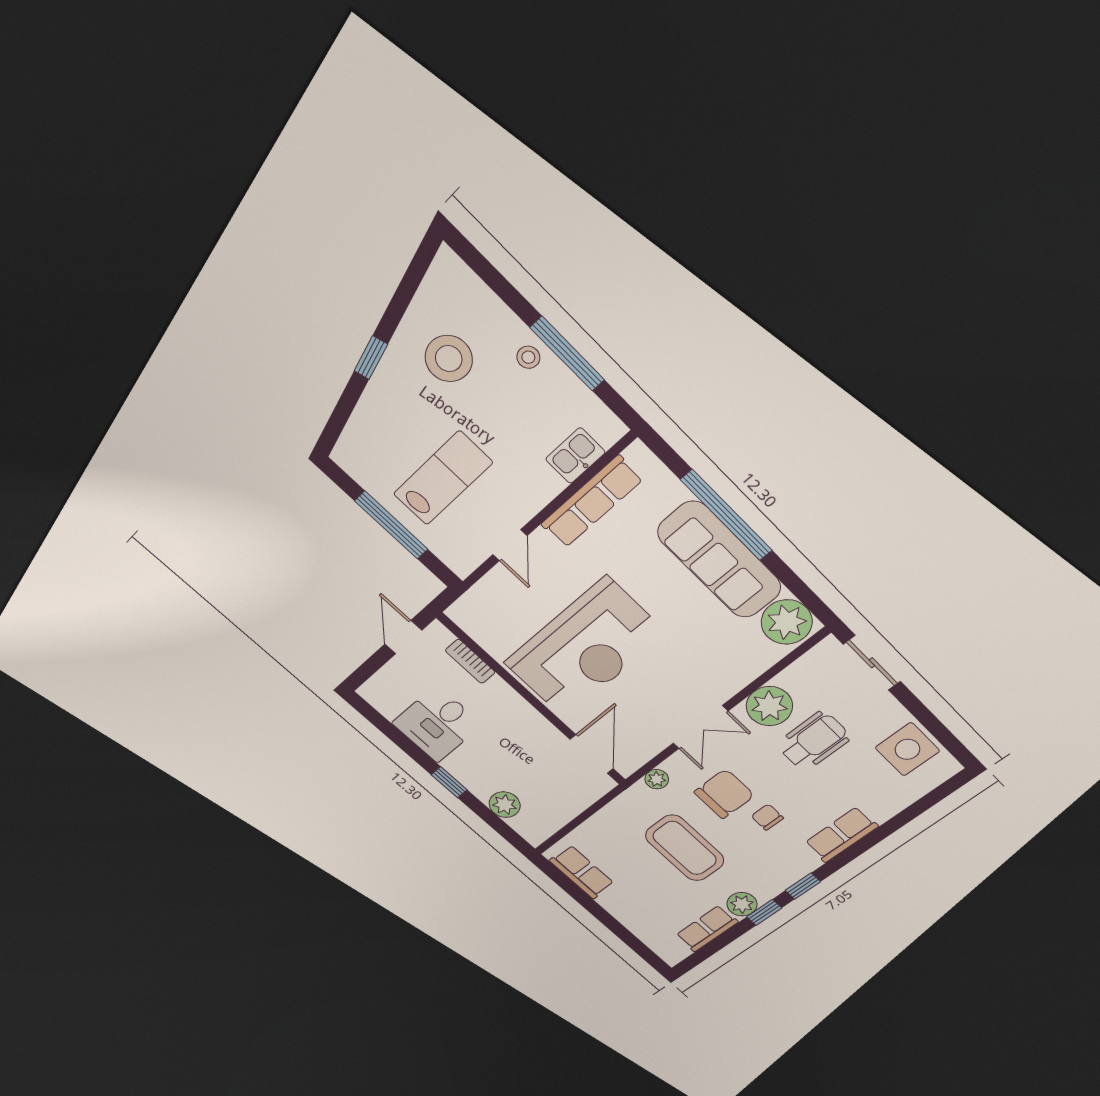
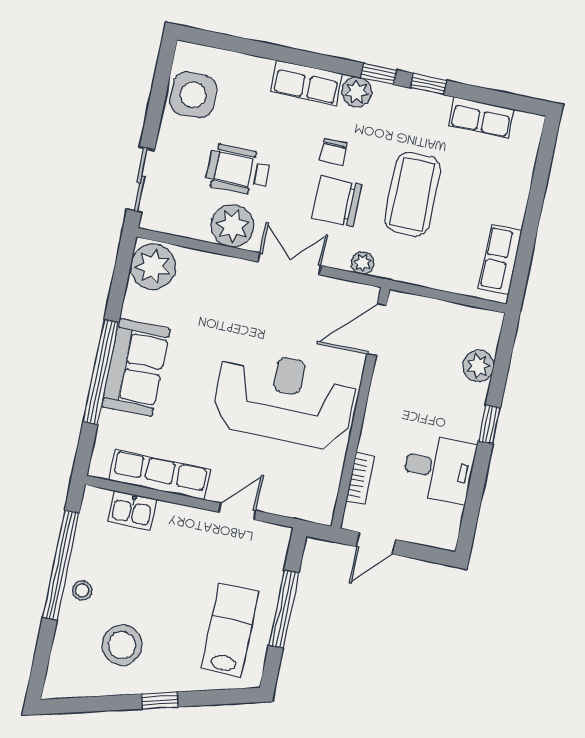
window: (567, 354) -> (61, 565), width x1.46
lab bench: (443, 478) -> (230, 630), moved, turned 90
sofa: (719, 560) -> (136, 368), width x0.73
plant: (742, 904) -> (357, 92), moved

